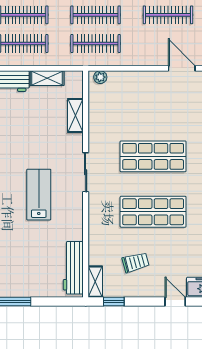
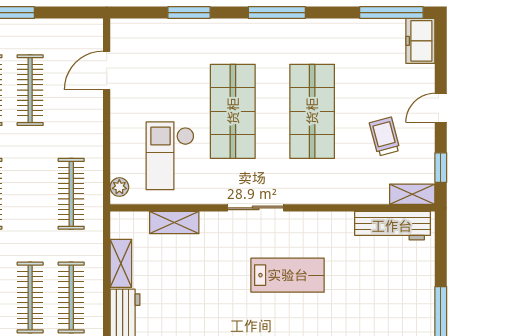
clothes rail: (96, 15) -> (30, 194), removed
checkout: (122, 113) -> (170, 156), added
lab bench: (39, 195) -> (288, 275), turned 180
door: (175, 302) -> (441, 108), moved

